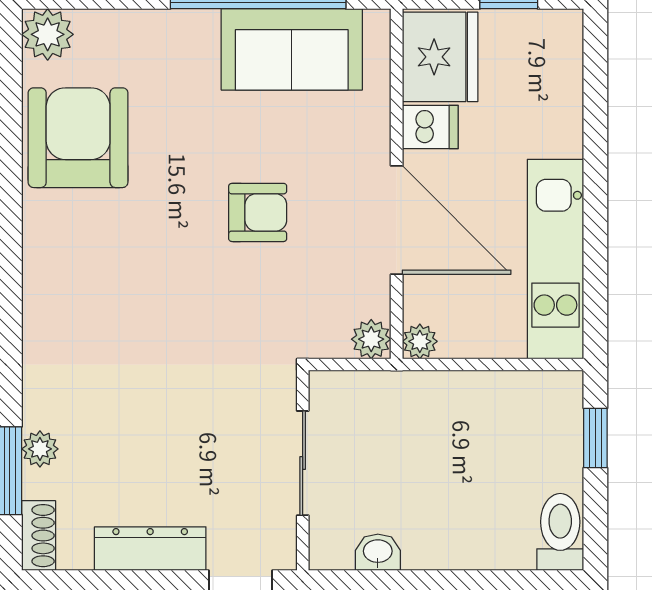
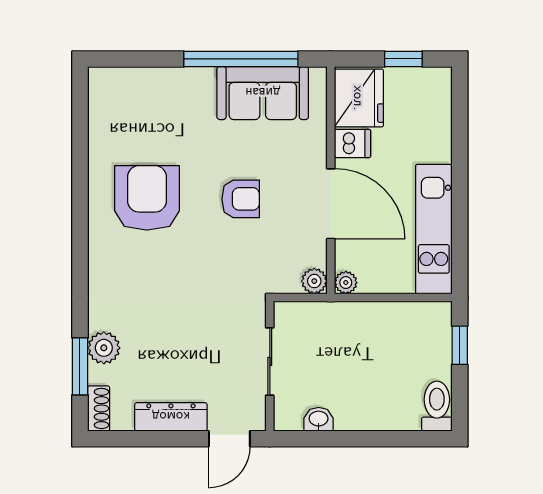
plant: (48, 34) -> (104, 83), removed
armchair: (78, 138) -> (147, 198), moved
plant: (40, 449) -> (104, 348), width x1.38, depth x1.38

